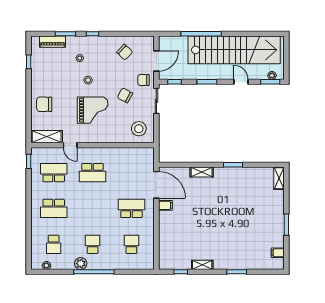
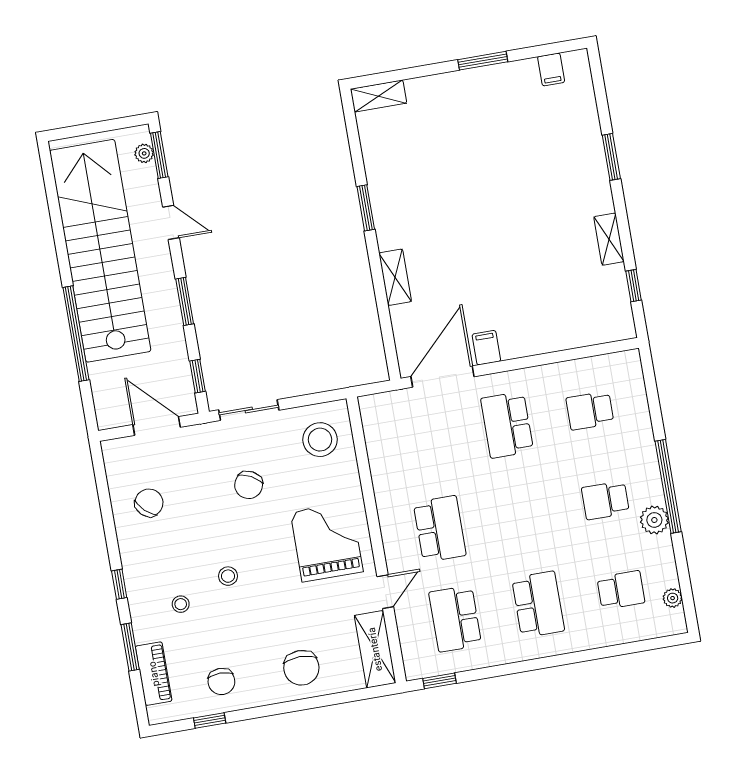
chair: (144, 80) -> (221, 681), moved
door: (241, 82) -> (171, 222), swing flipped
grand piano: (93, 110) -> (327, 542), moved

